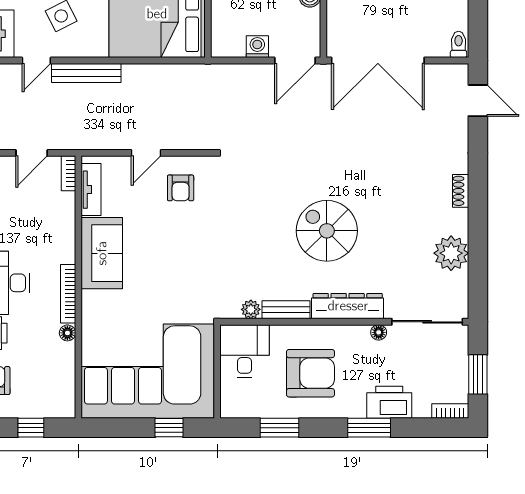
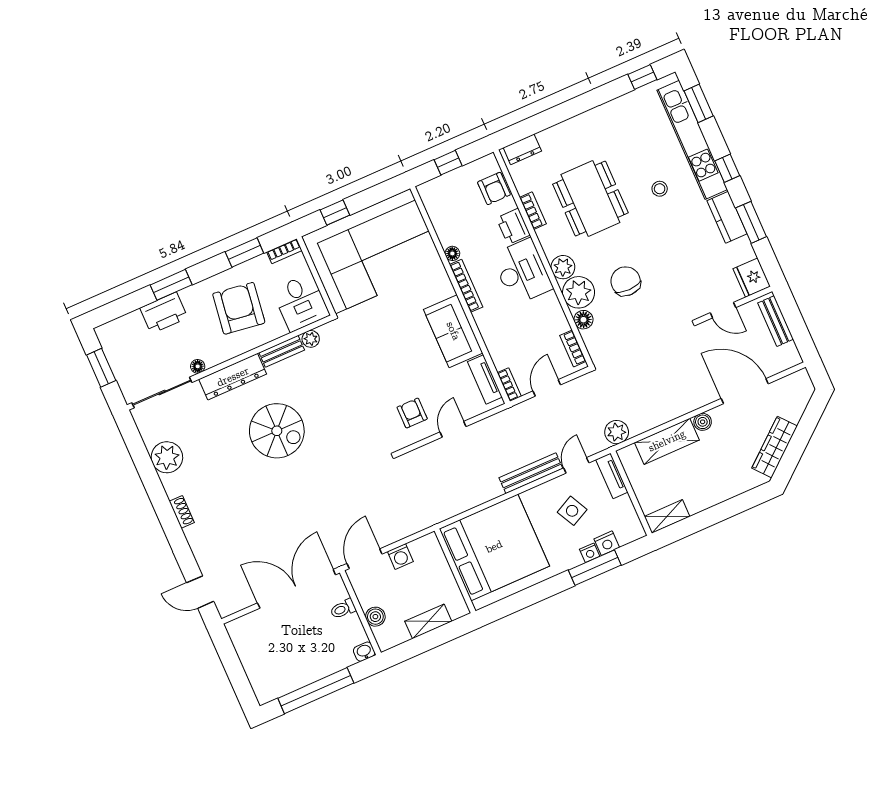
toilet: (459, 44) -> (343, 609), moved, turned 90
armchair: (310, 373) -> (239, 308), turned 98
bookcase: (450, 411) -> (284, 251), moved

